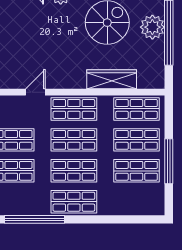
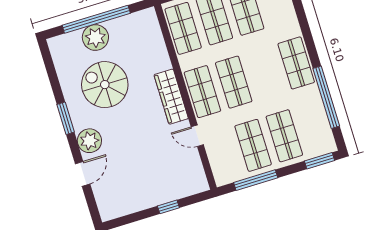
wardrobe: (112, 79) -> (171, 97), moved
shop shelf: (74, 171) -> (265, 73), removed

